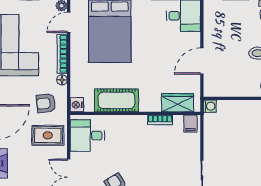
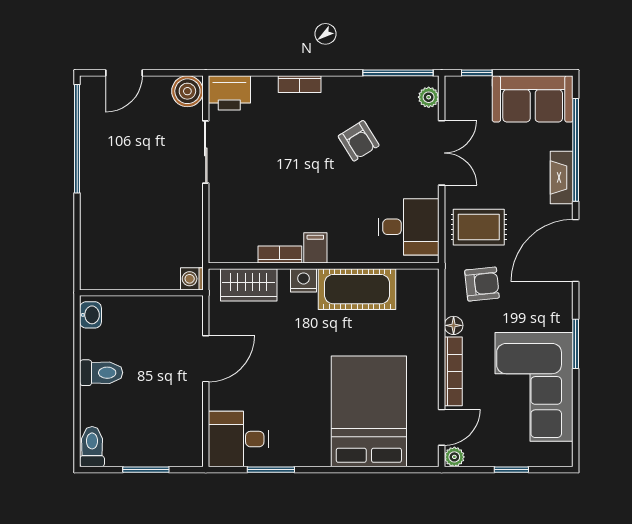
nightstand: (77, 105) -> (303, 280), moved, turned -90
filing cabinet: (190, 124) -> (315, 248), moved

